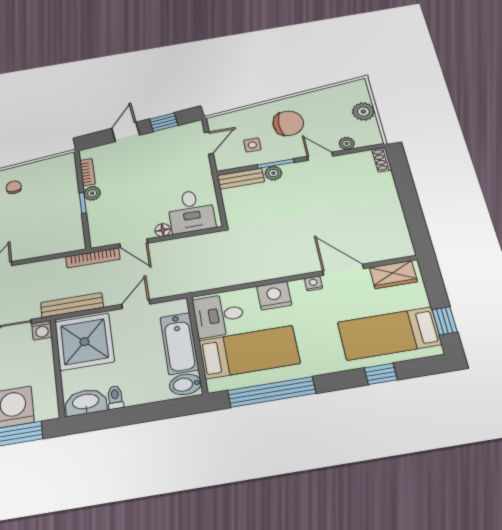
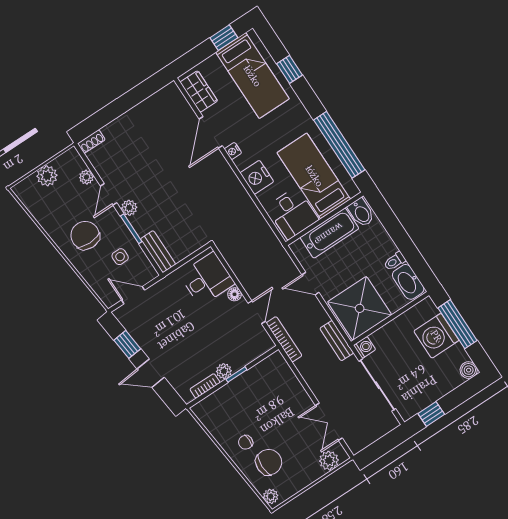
plant: (273, 173) -> (129, 208), moved
bench: (72, 305) -> (337, 341), width x0.73

